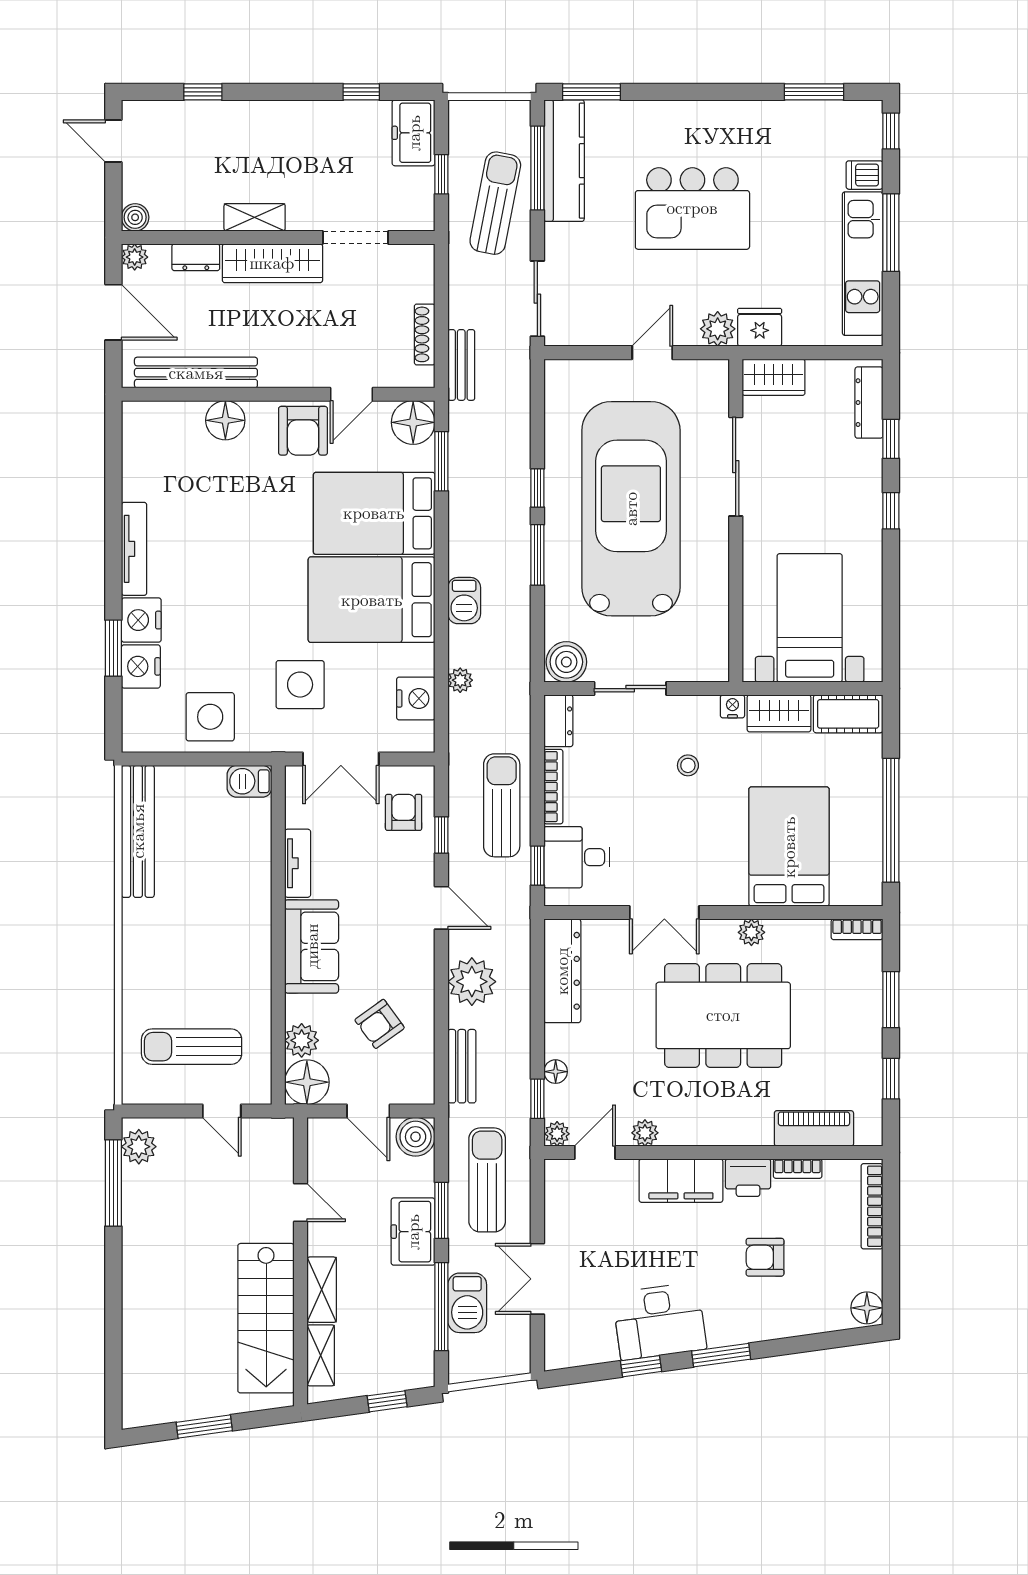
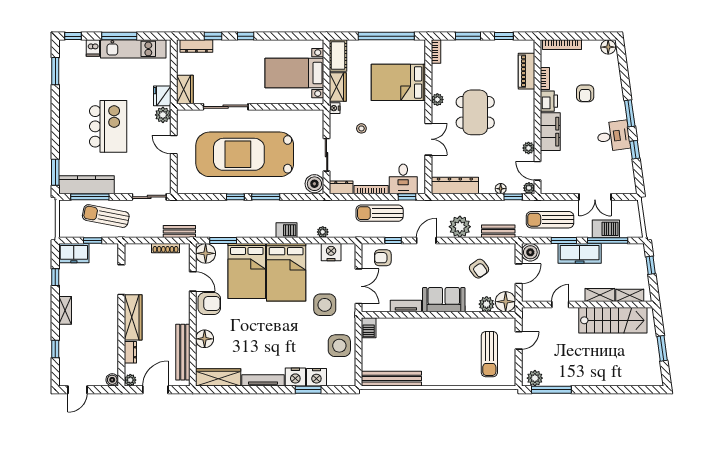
shelving: (255, 217) -> (65, 310), moved
wardrobe: (141, 450) -> (218, 377), added
dining table: (723, 1015) -> (475, 112), width x0.73, depth x0.80
freezer: (413, 1232) -> (580, 253), width x1.40
desk: (659, 1321) -> (613, 136), width x0.73

